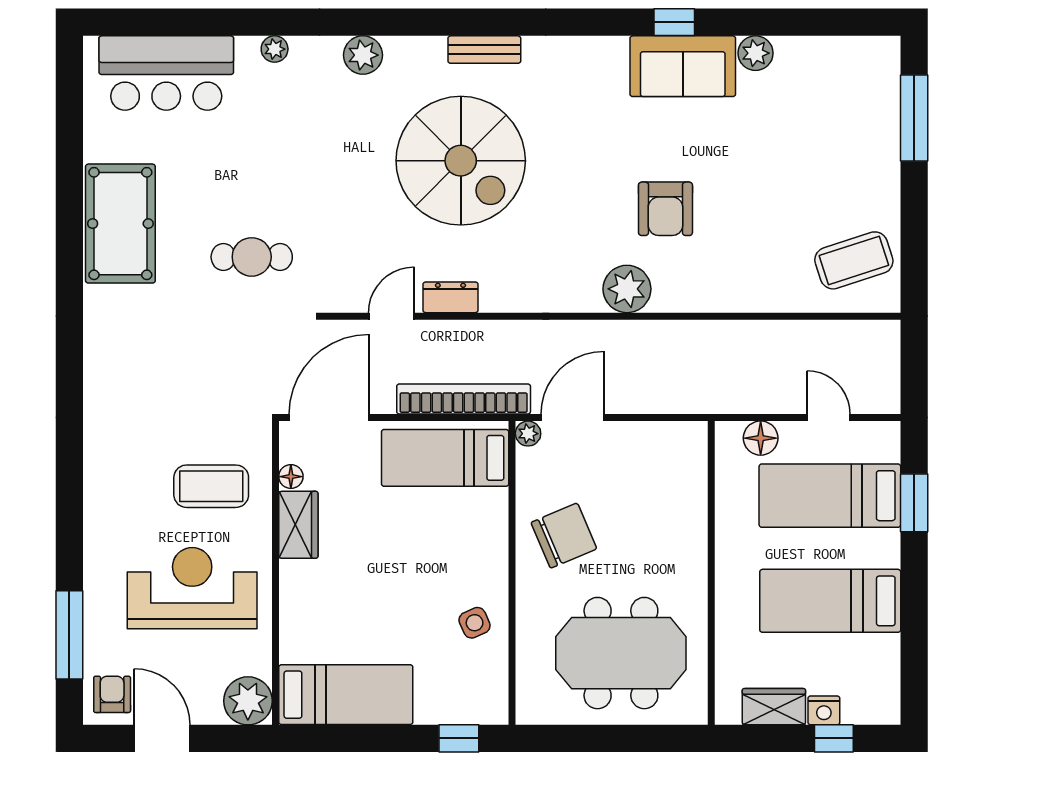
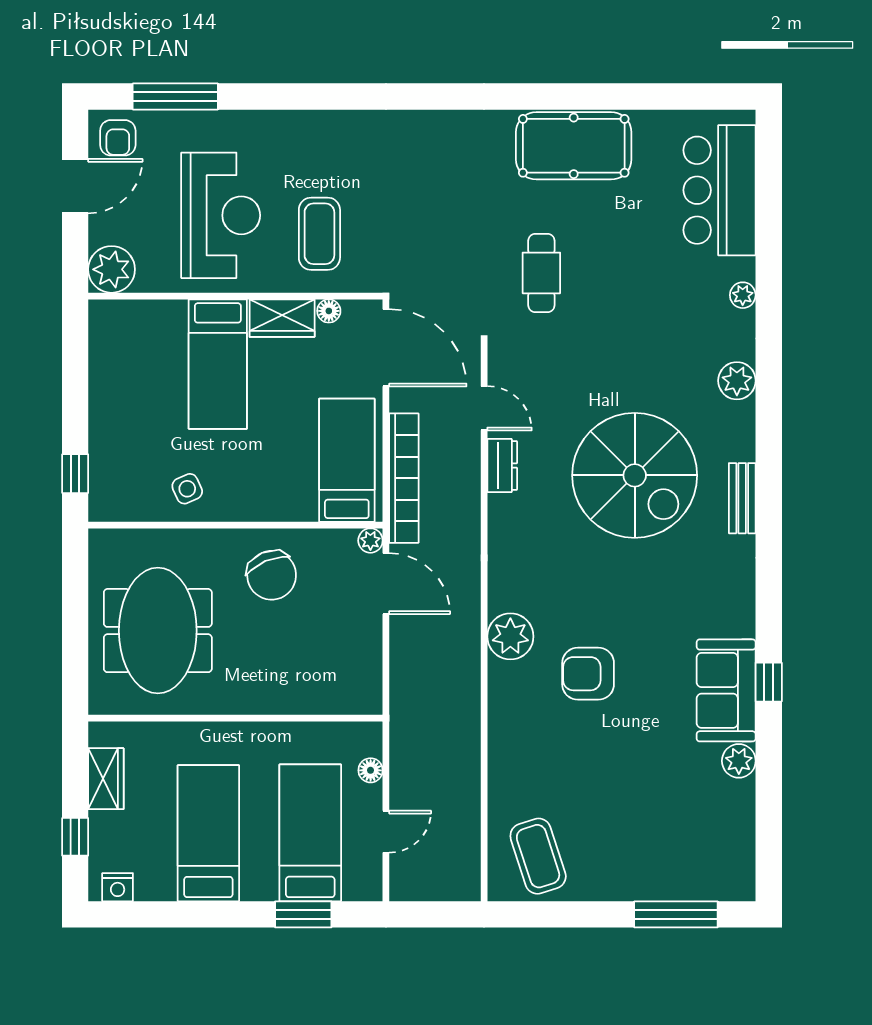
spiral stairs: (461, 161) -> (635, 475), turned -90
floor lamp: (761, 438) -> (371, 770), width x0.73, depth x0.73
armchair: (112, 694) -> (118, 138), turned 90
bed: (346, 695) -> (218, 364), moved
nightstand: (824, 710) -> (118, 887), moved, turned -90

